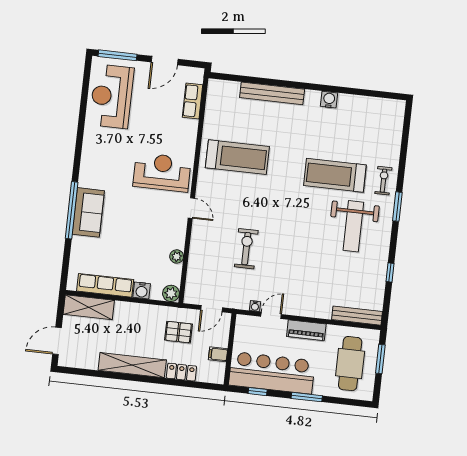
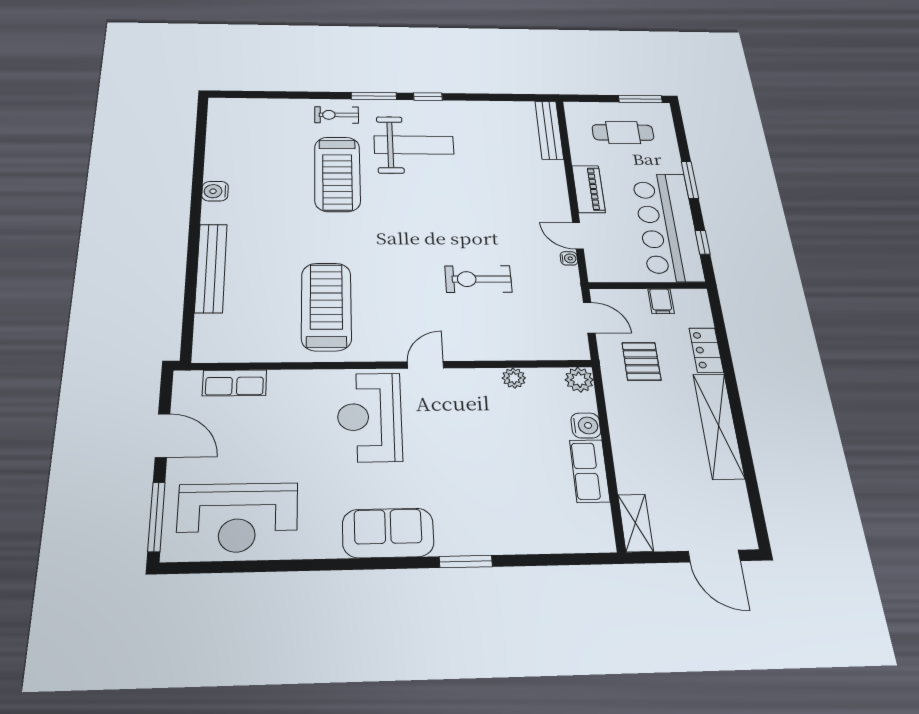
window: (72, 210) -> (466, 562), width x0.47
sofa: (88, 212) -> (388, 533), moved
window: (390, 273) -> (428, 97), moved
row of seats: (105, 285) -> (590, 471), width x0.68
shelving: (89, 307) -> (636, 523), width x0.67, depth x0.75
window: (380, 359) -> (640, 99), moved
cafe table: (350, 364) -> (623, 132), width x0.73, depth x0.74

